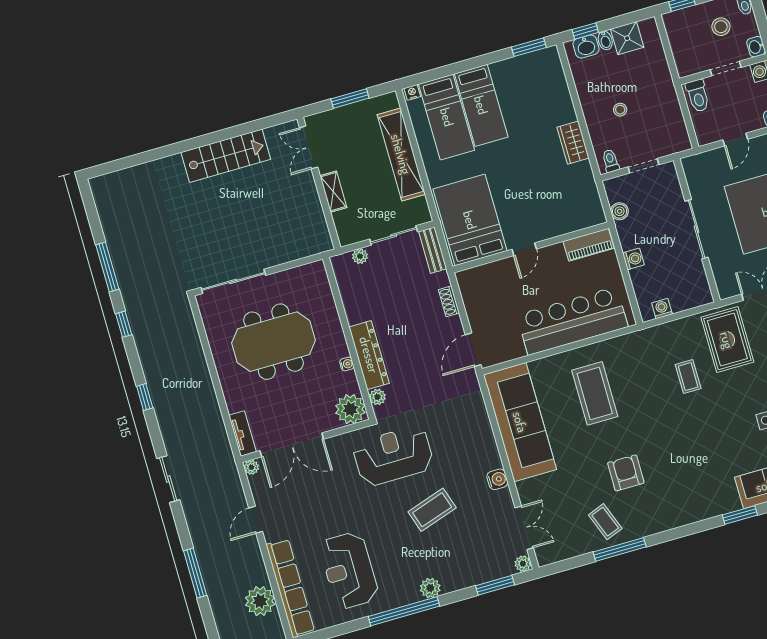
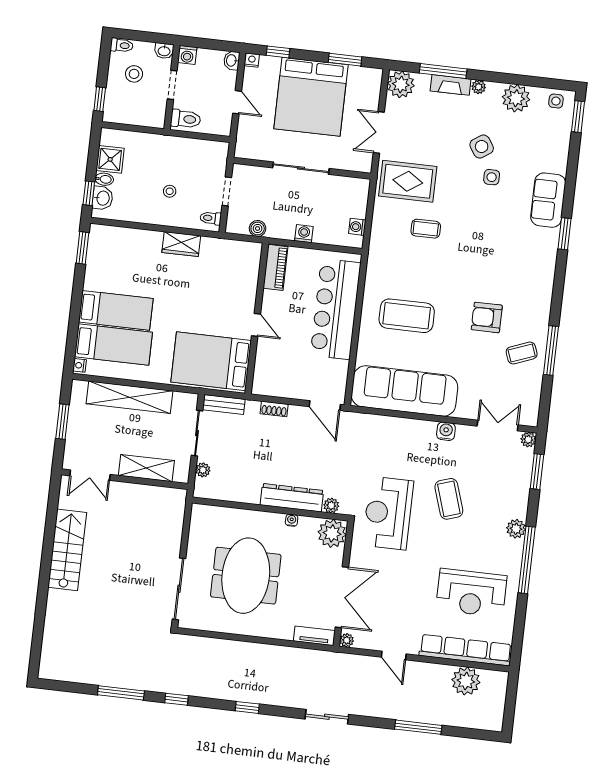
shelving: (333, 192) -> (146, 468), width x1.50, depth x1.33

